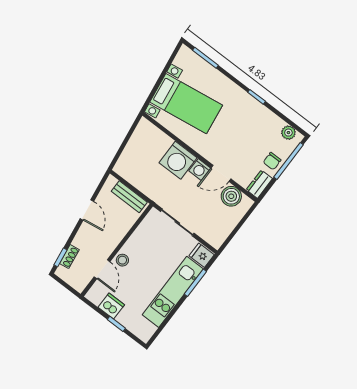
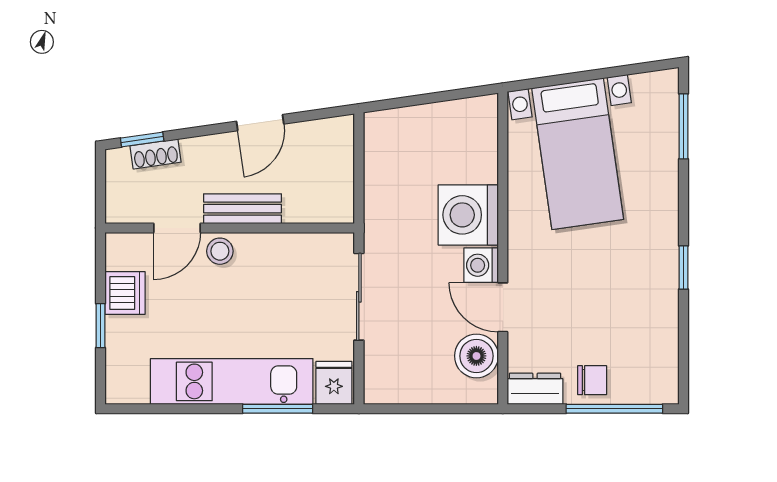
plant: (288, 133) -> (664, 371), removed
chair: (272, 161) -> (592, 380), turned 180
bench: (129, 197) -> (243, 209), moved, turned 90

